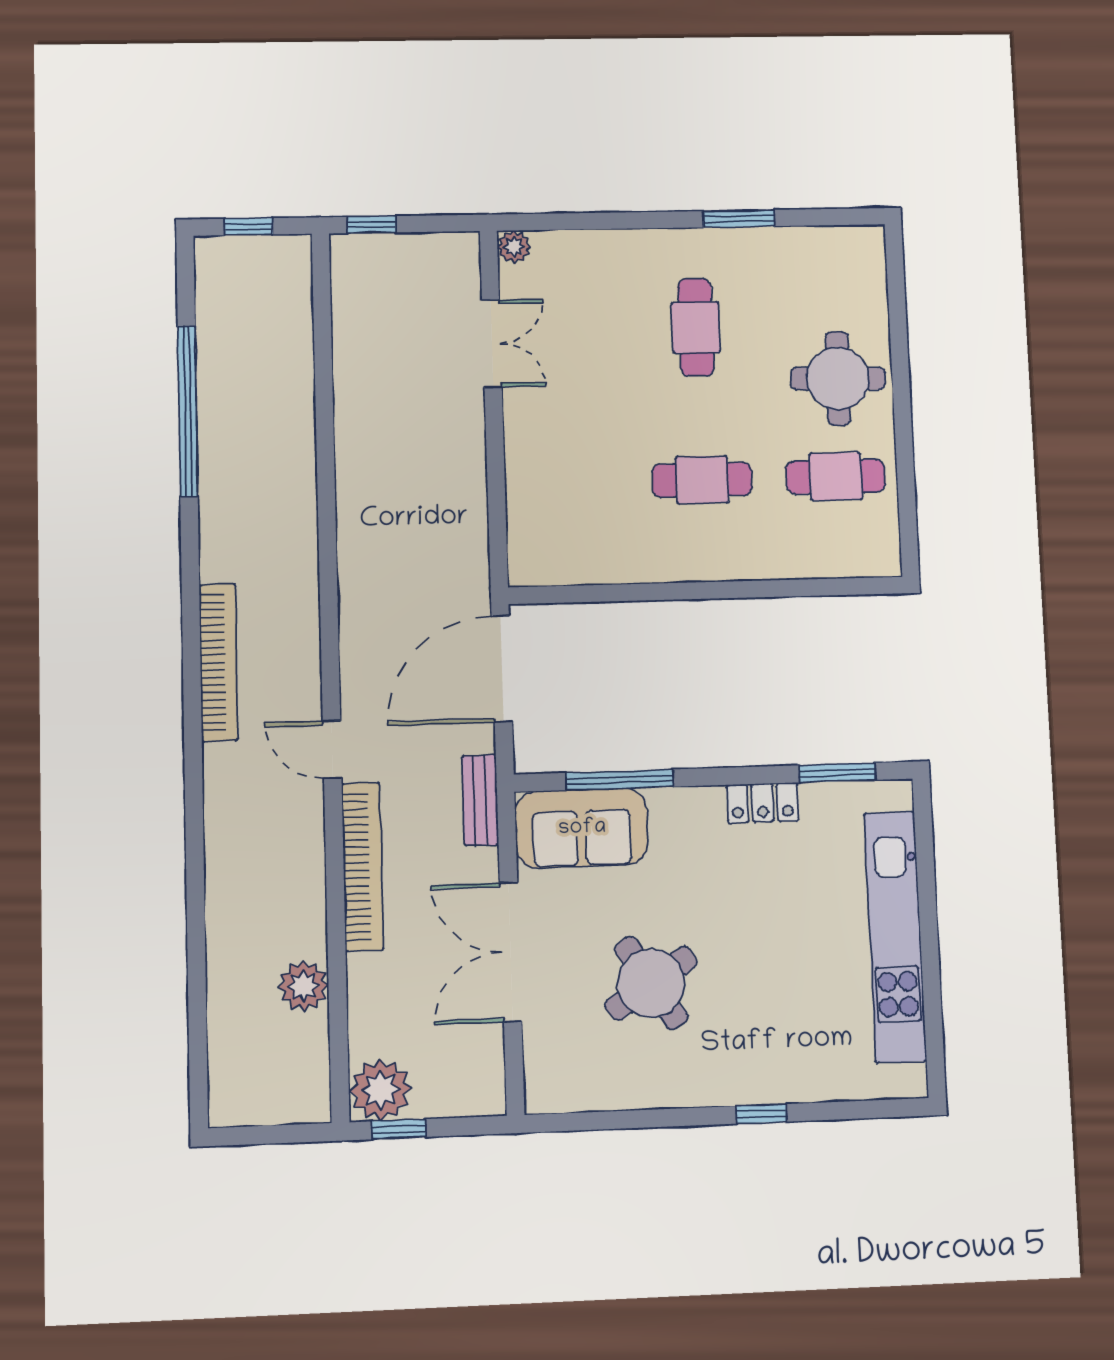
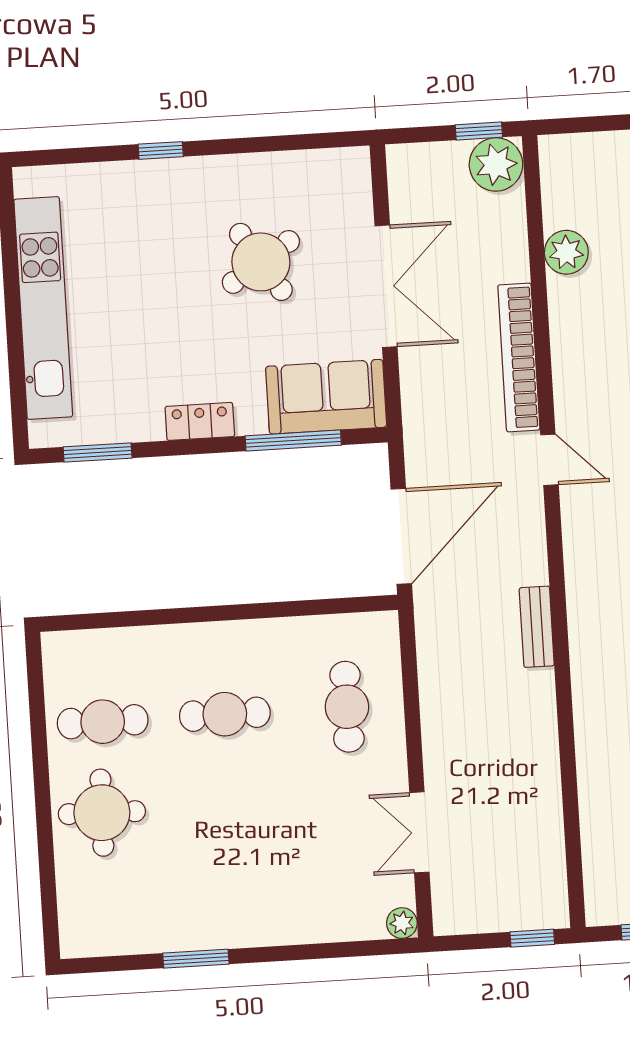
cafe table: (696, 327) -> (347, 707), moved
bench: (480, 800) -> (537, 627), moved
locker: (763, 803) -> (200, 421), moved

